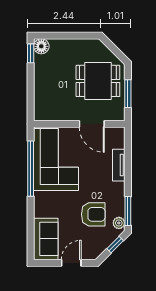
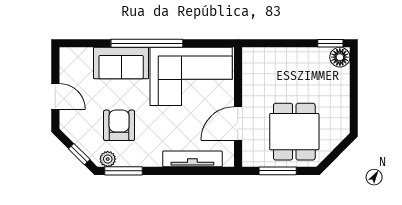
tv unit: (119, 165) -> (192, 159), width x1.41
window: (31, 169) -> (147, 43), moved
armchair: (93, 214) -> (119, 125), turned 180
sofa: (46, 239) -> (121, 63), moved

